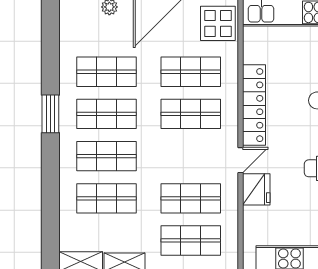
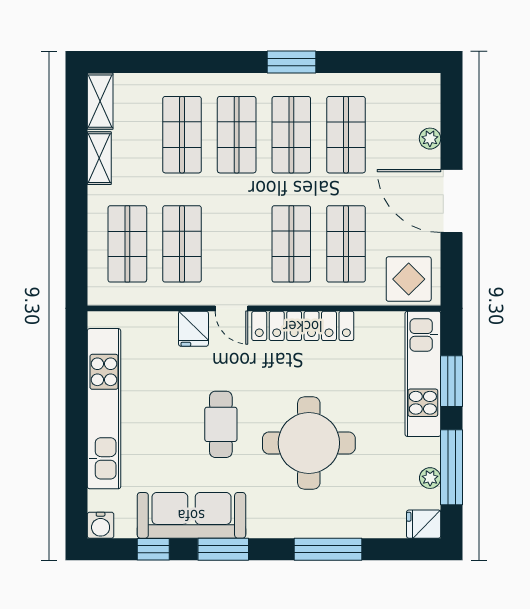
fridge: (256, 189) -> (193, 329), width x0.72

